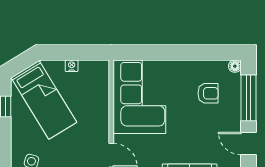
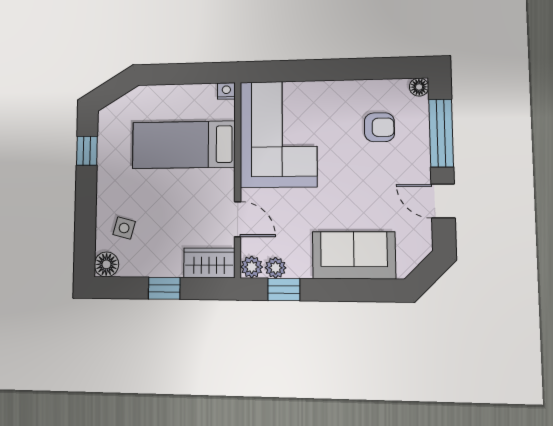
nightstand: (72, 66) -> (226, 91), moved
bed: (44, 100) -> (184, 145), moved, turned 121

